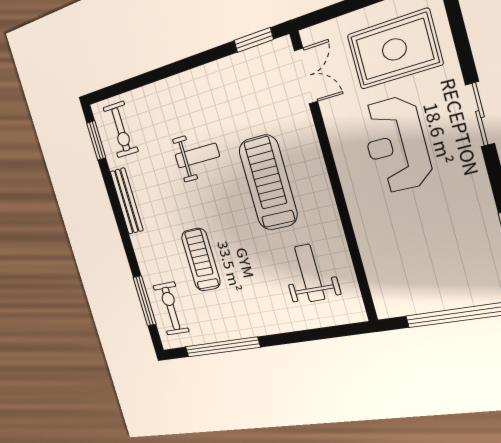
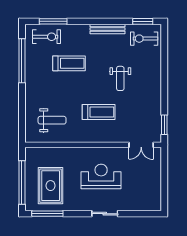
rug: (394, 49) -> (51, 186), moved
treadmill: (268, 183) -> (99, 112), width x0.73, depth x0.73

